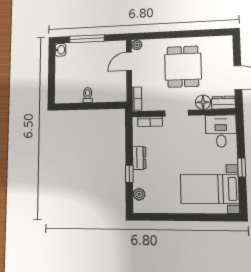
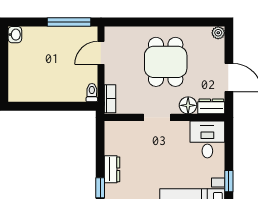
window: (87, 39) -> (69, 22), moved
plant: (137, 45) -> (218, 33), moved
toilet: (88, 95) -> (92, 93), moved
bookcase: (150, 121) -> (125, 127), removed

